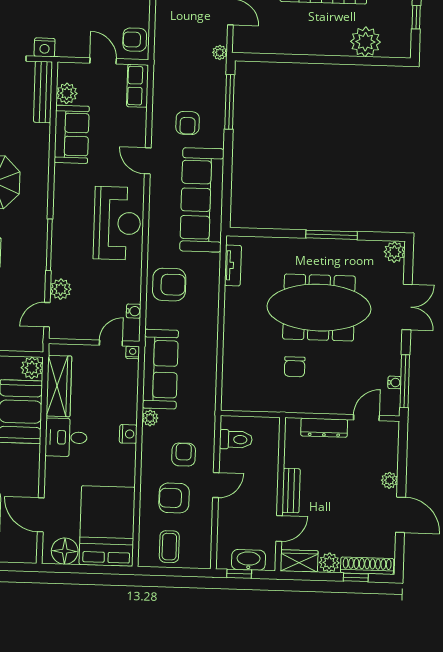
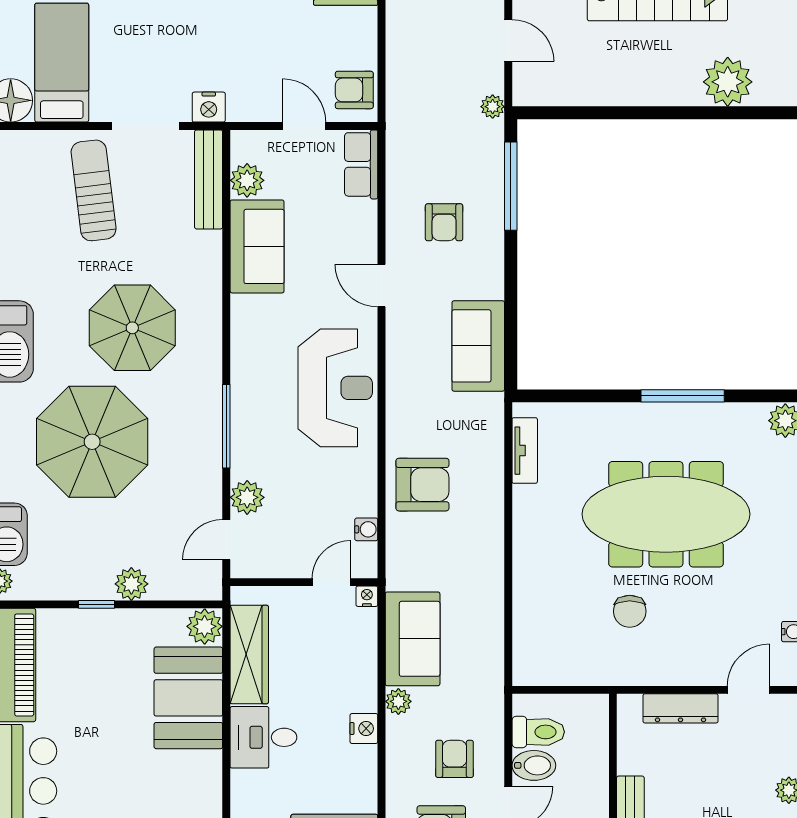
sofa: (202, 200) -> (478, 346), width x0.54, depth x0.79
sofa: (160, 369) -> (413, 639), width x0.73
bidet: (232, 460) -> (534, 765), added

